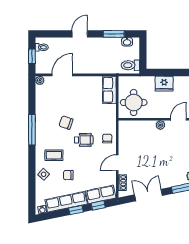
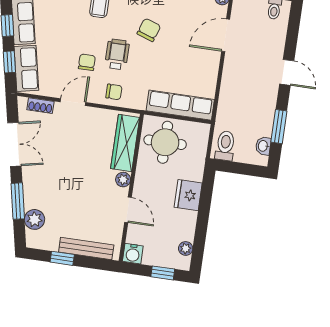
door: (62, 75) -> (226, 35), swing flipped
row of seats: (109, 90) -> (180, 105), width x1.48
wardrobe: (138, 127) -> (125, 143), added
wheelchair: (84, 140) -> (117, 54), turned 180
door: (117, 163) -> (73, 102), hinge flipped
chair: (68, 175) -> (87, 62), moved

